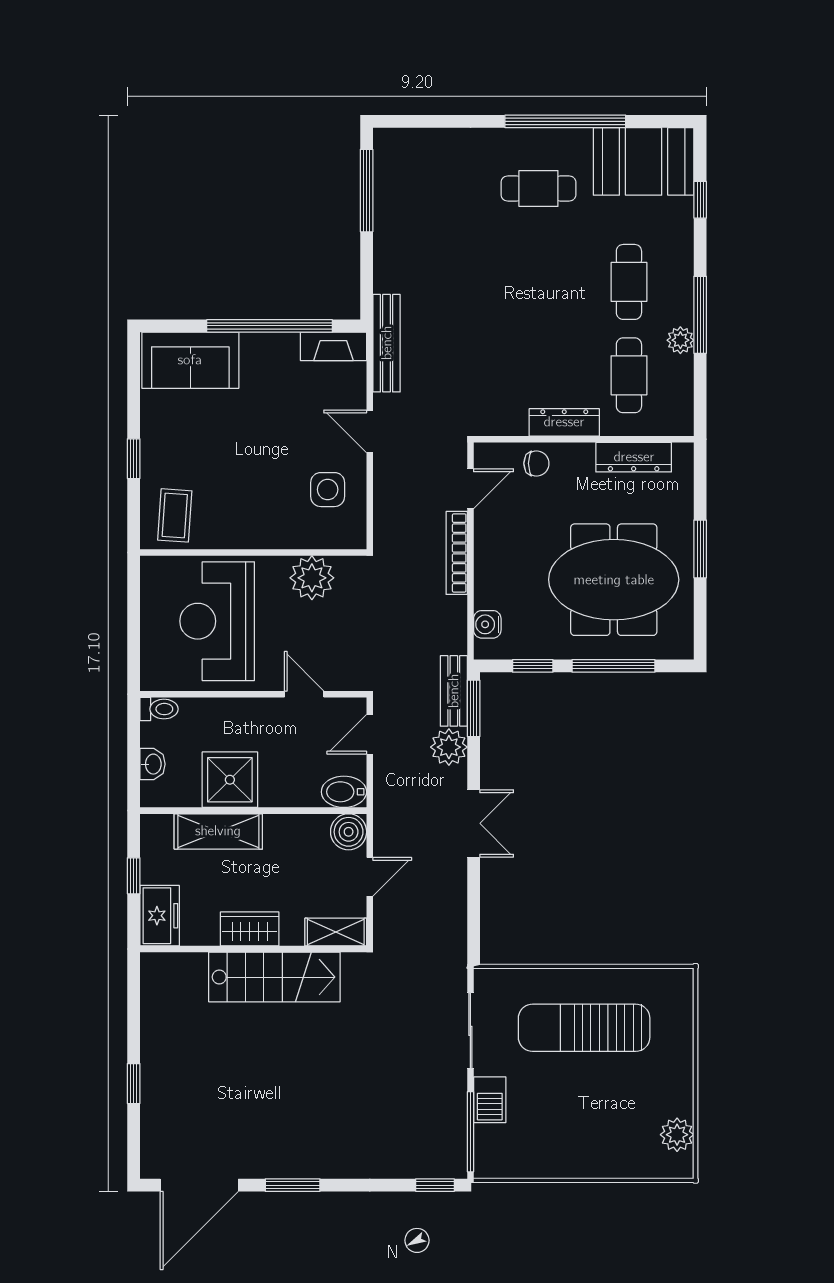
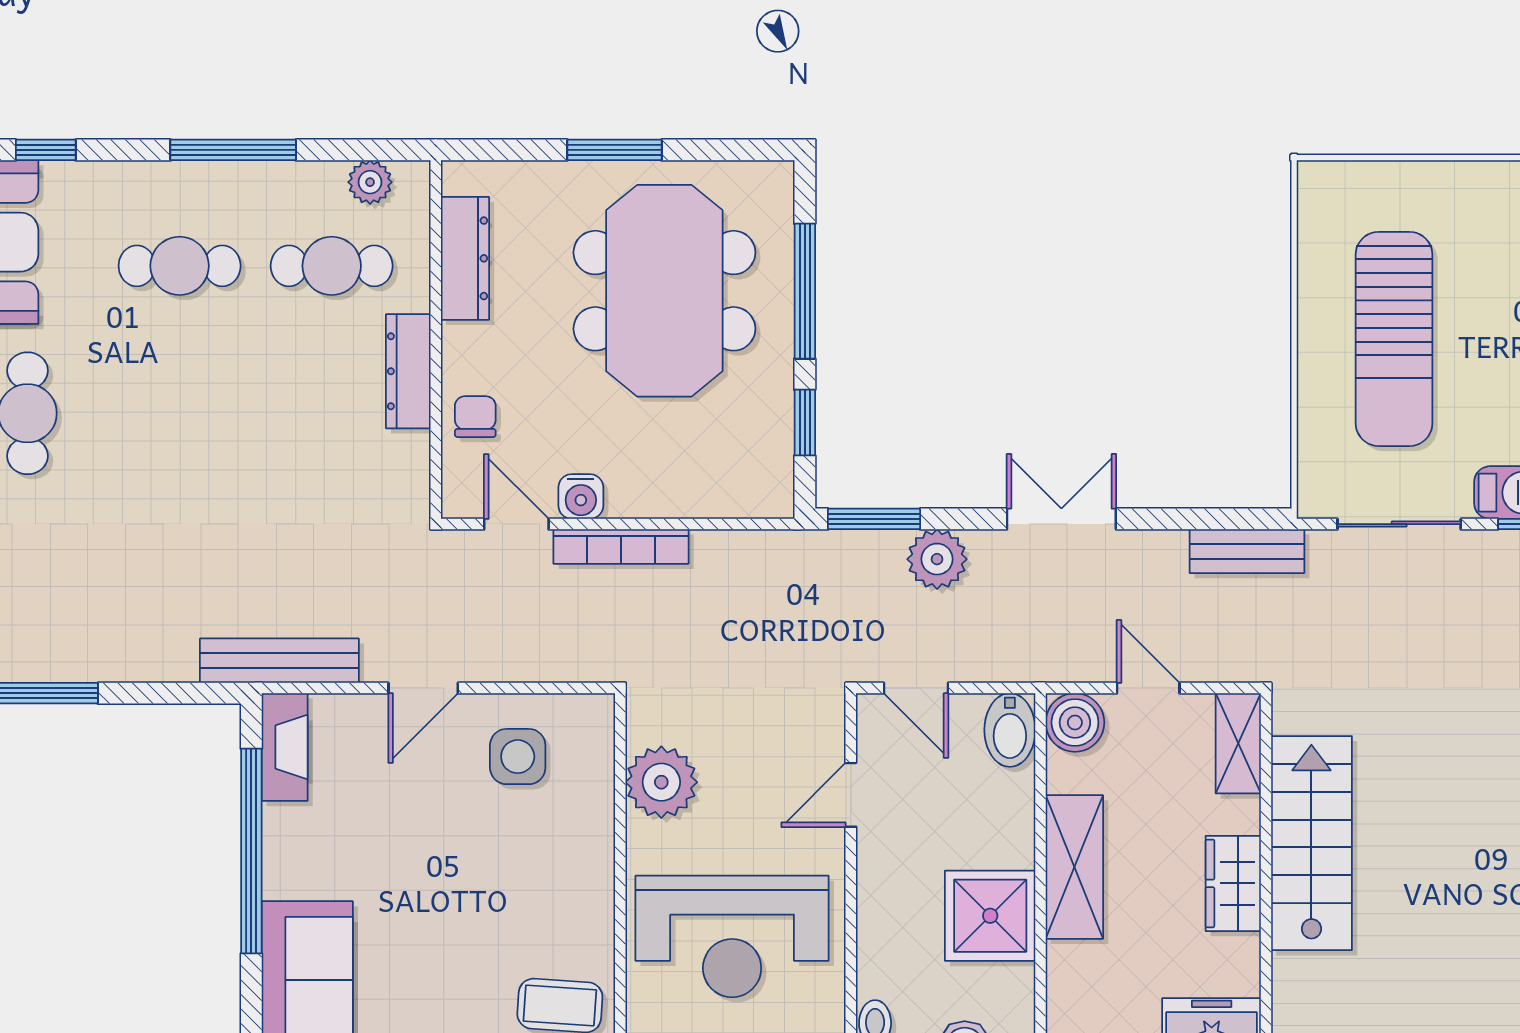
plant: (680, 340) -> (370, 182), moved
water cooler: (487, 624) -> (581, 497), moved
bench: (454, 691) -> (1247, 551), moved
shelving: (218, 831) -> (1074, 867), moved

